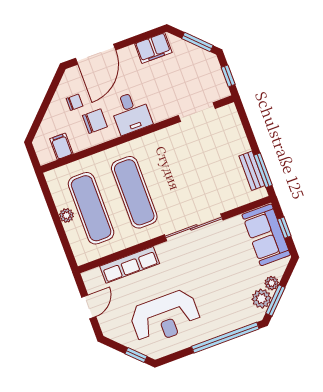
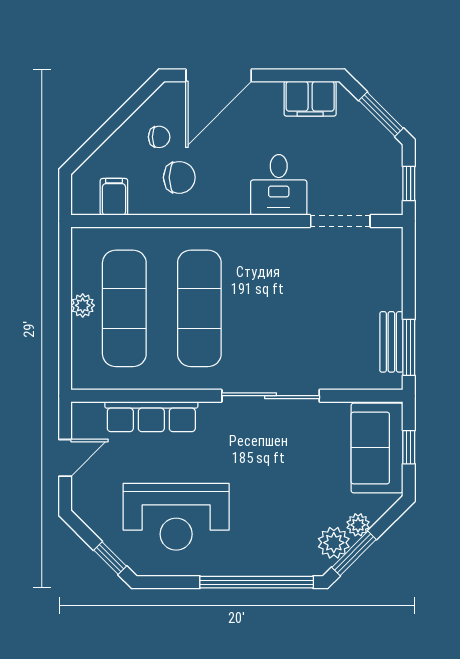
desk: (131, 113) -> (279, 185), moved

